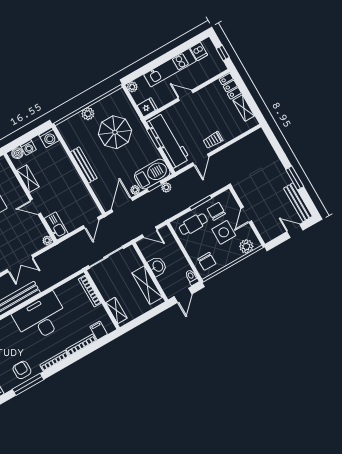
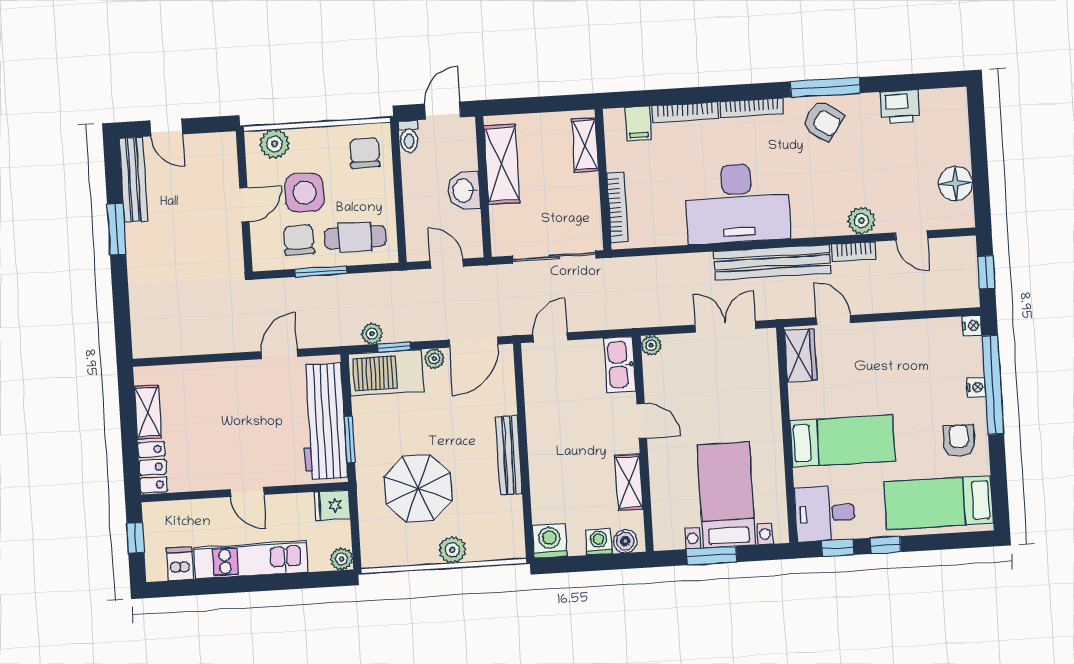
trolley: (213, 140) -> (237, 380), removed
chair: (216, 211) -> (299, 240), turned 180
armchair: (22, 370) -> (823, 121), turned -56

